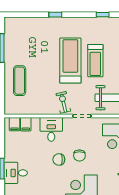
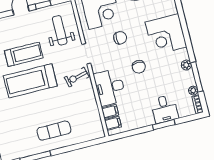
exercise mat: (20, 81) -> (54, 131), moved
desk: (51, 129) -> (110, 87), width x1.37
chair: (79, 156) -> (120, 38), moved

